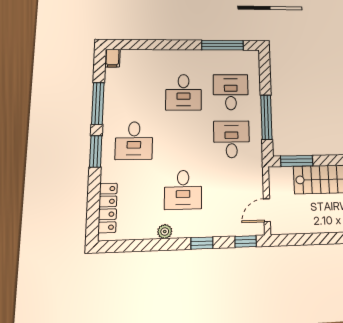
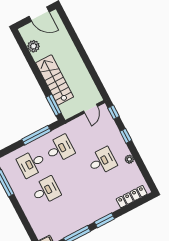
desk: (232, 139) -> (60, 149), turned 180
desk: (134, 141) -> (88, 203), removed
door: (267, 210) -> (91, 109), hinge flipped

